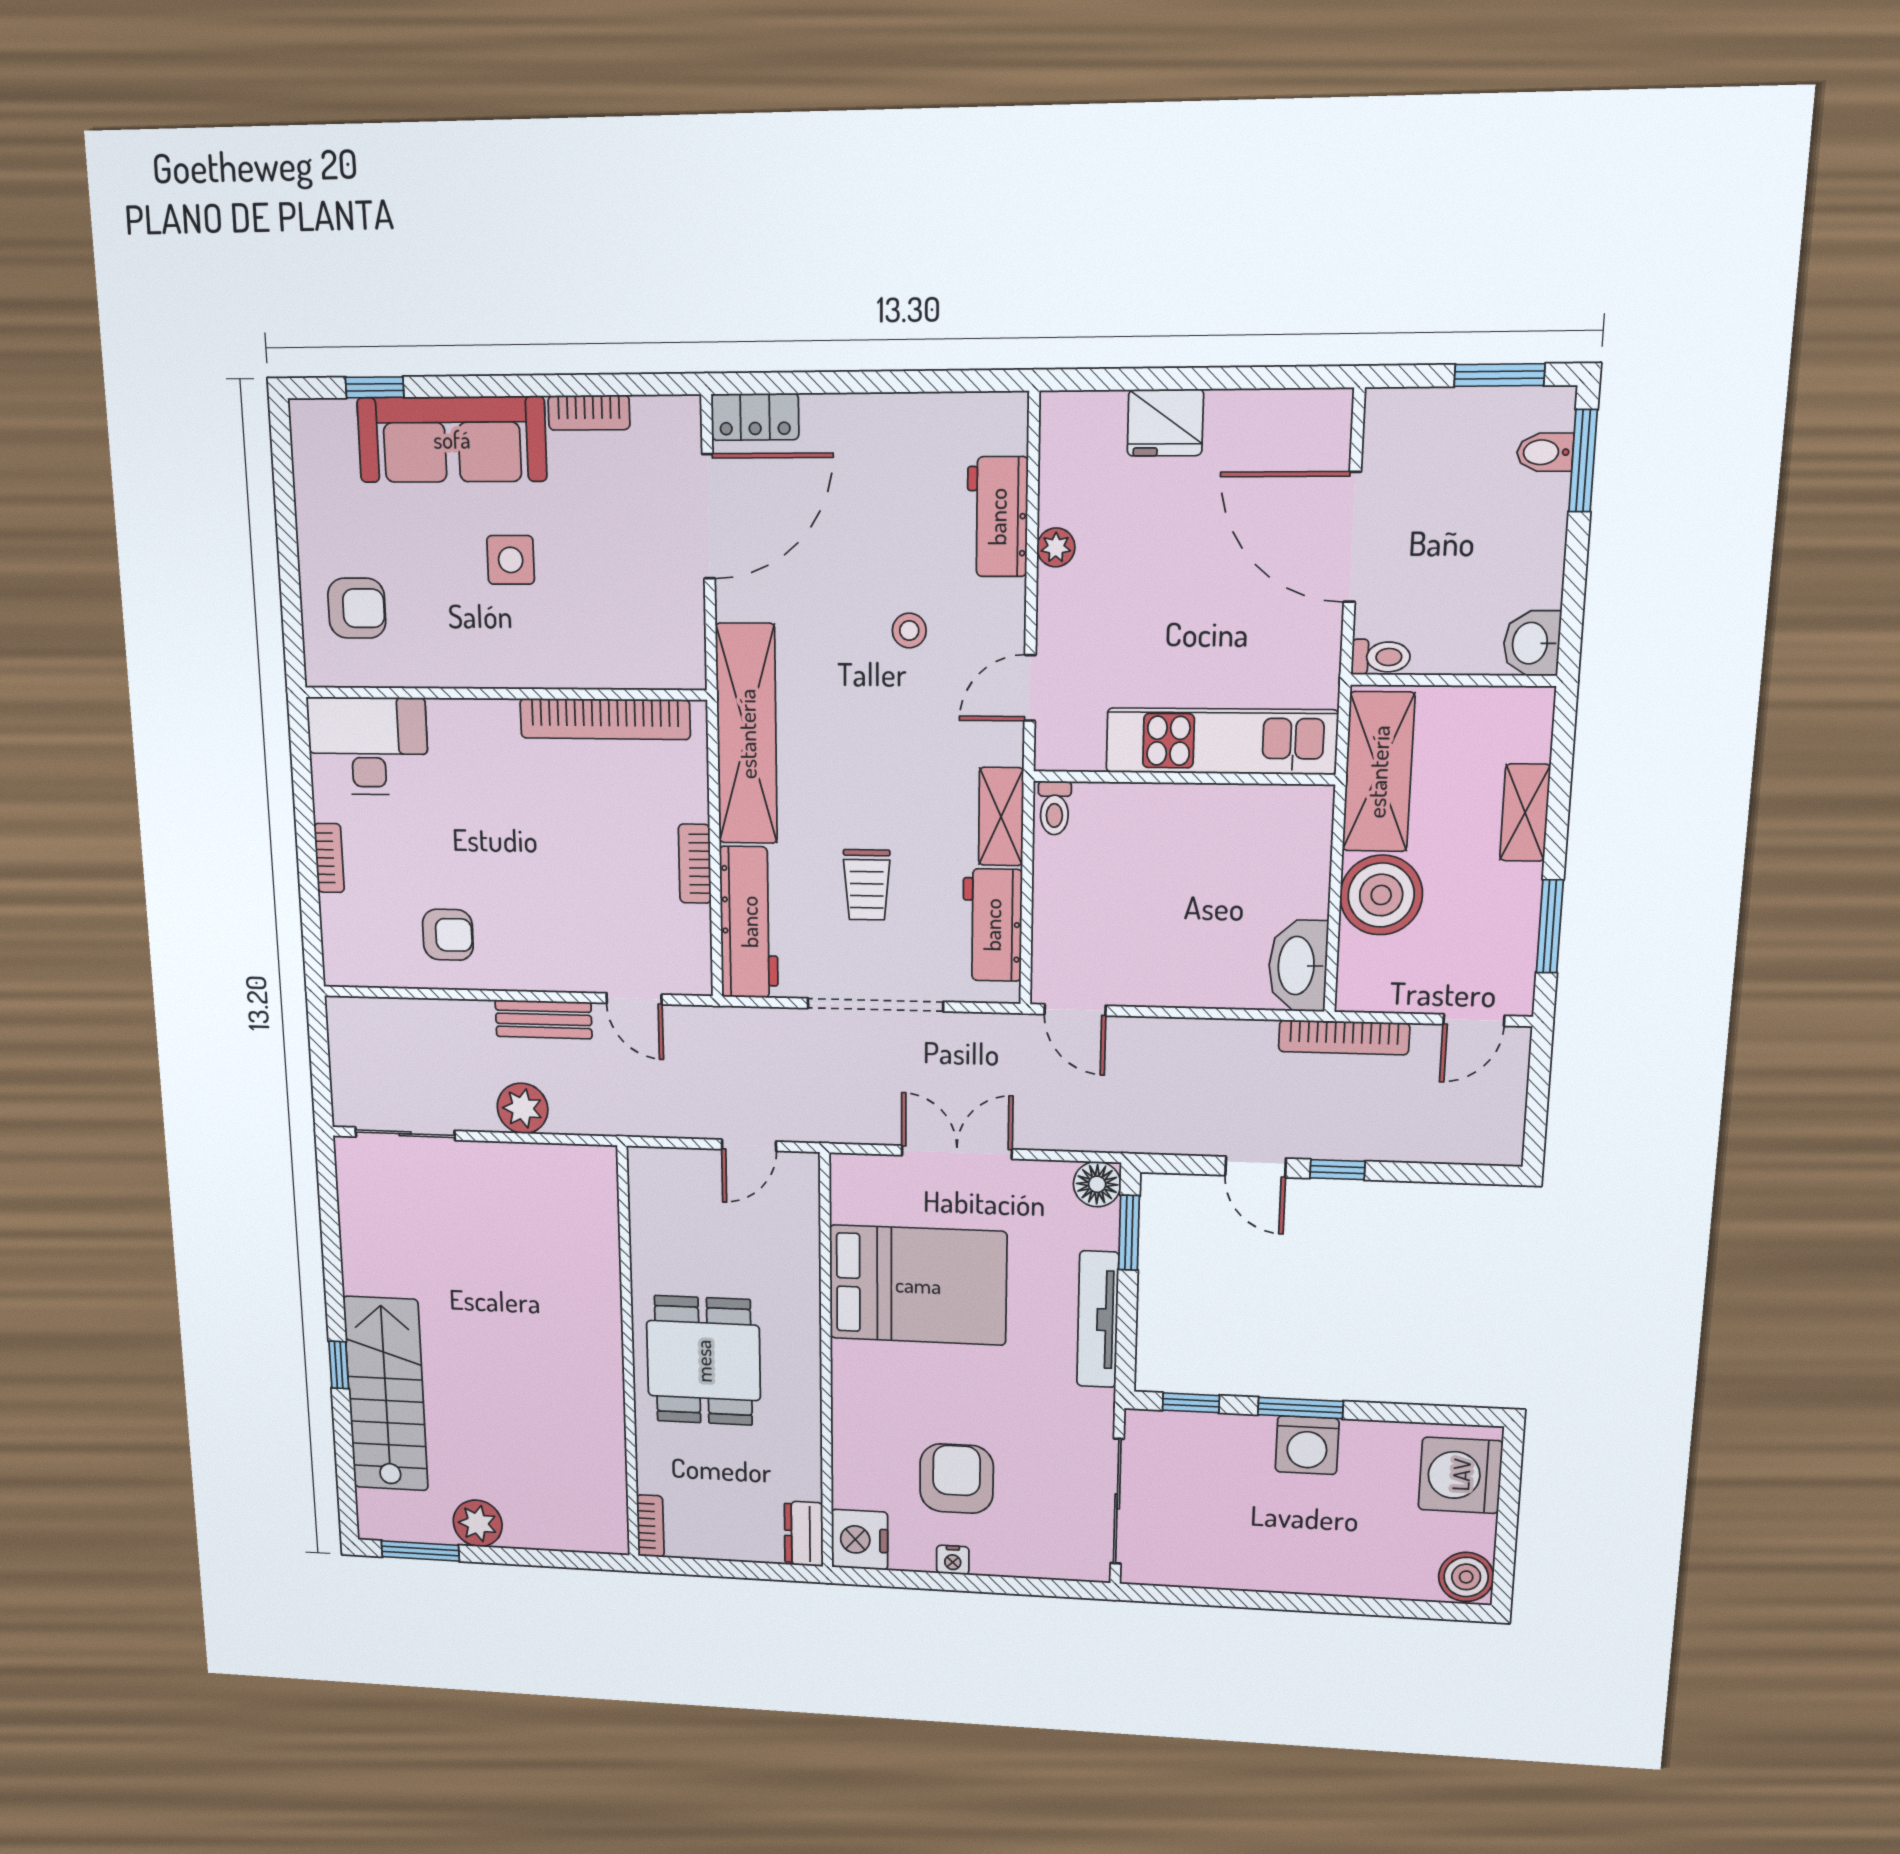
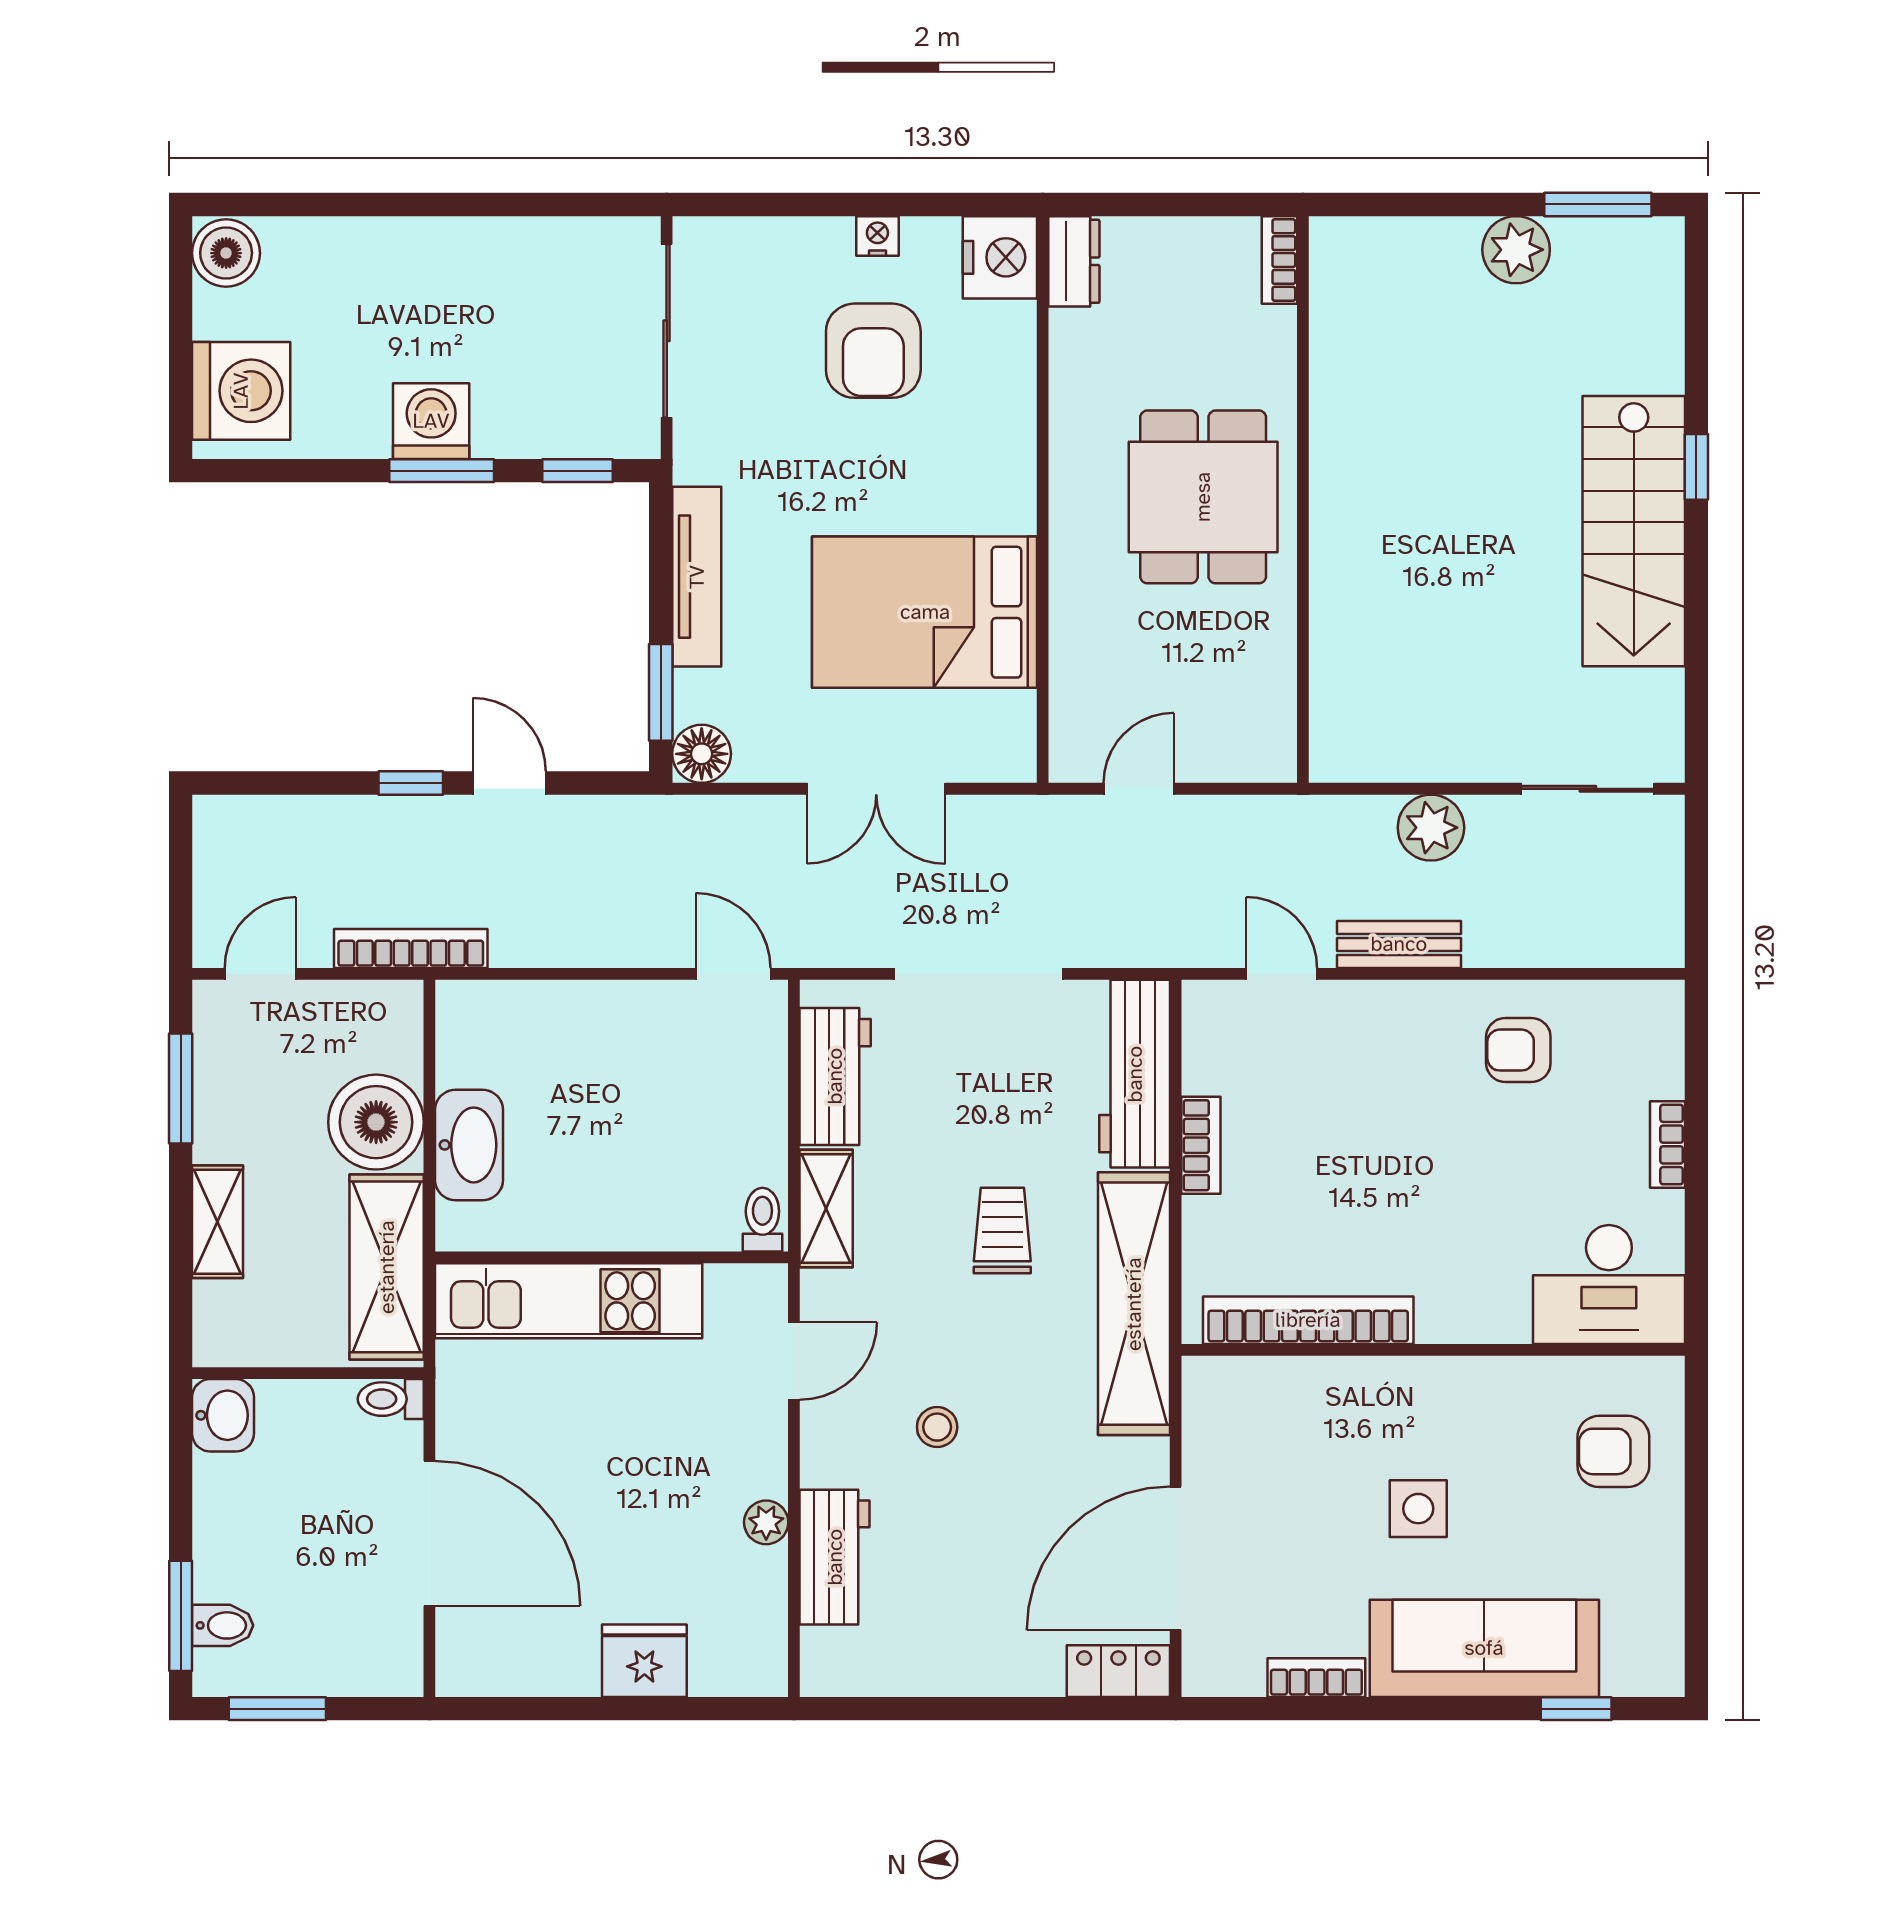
trolley: (867, 885) -> (1002, 1231), moved
washbasin: (1298, 966) -> (469, 1145), moved
stairs: (386, 1394) -> (1634, 531), moved

